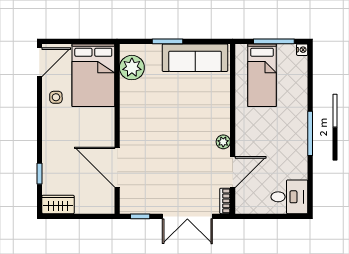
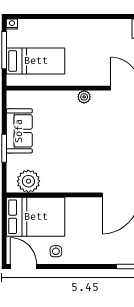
sofa: (195, 58) -> (19, 131), width x0.73
window: (310, 133) -> (89, 17), removed
plant: (223, 142) -> (84, 97), moved

